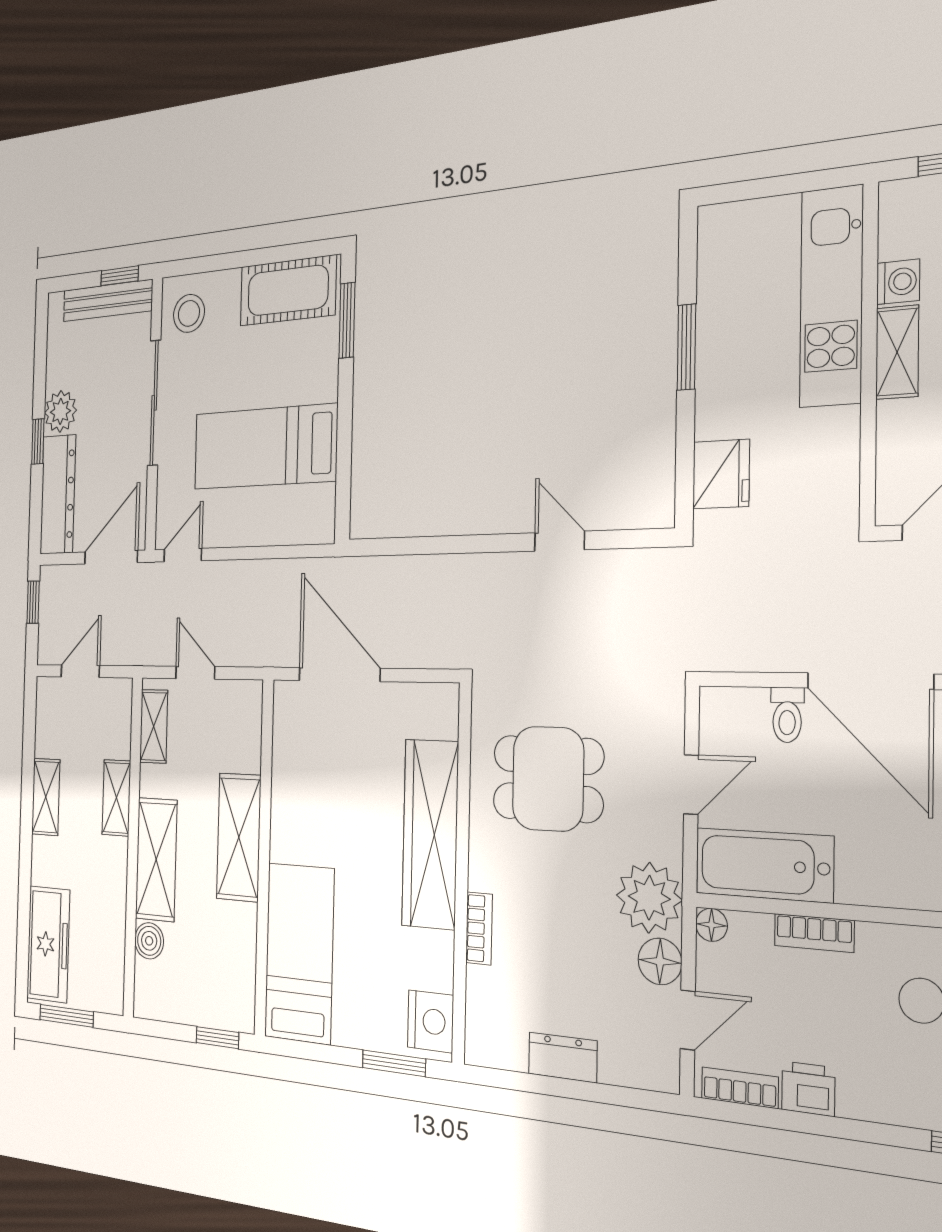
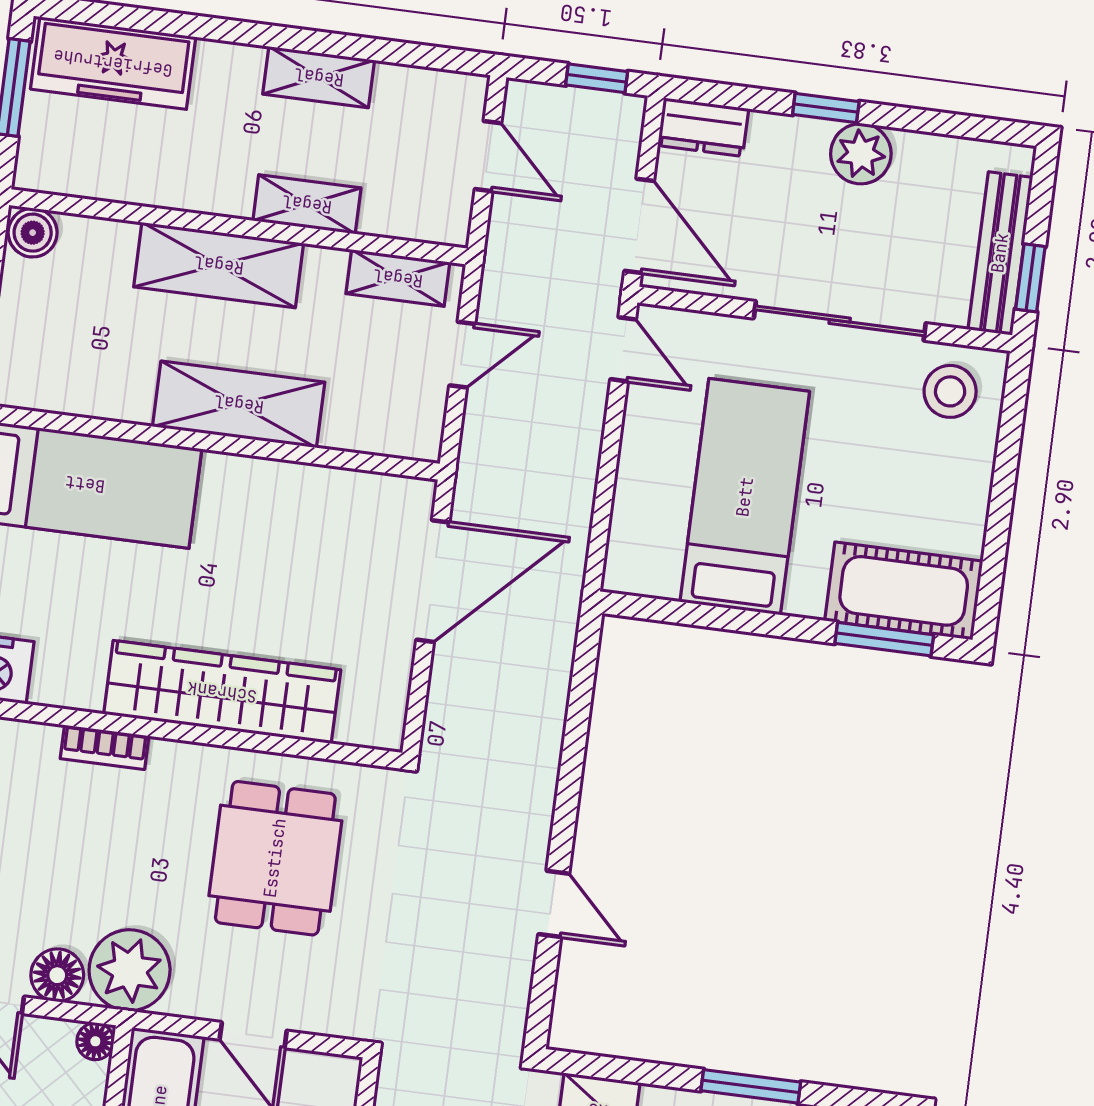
cot: (288, 291) -> (904, 591), moved, turned 90
dresser: (58, 494) -> (703, 127), width x0.51, depth x0.80
door: (559, 541) -> (554, 904), hinge flipped
boiler: (149, 941) -> (33, 233), moved

